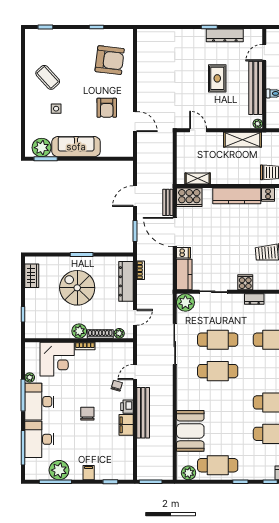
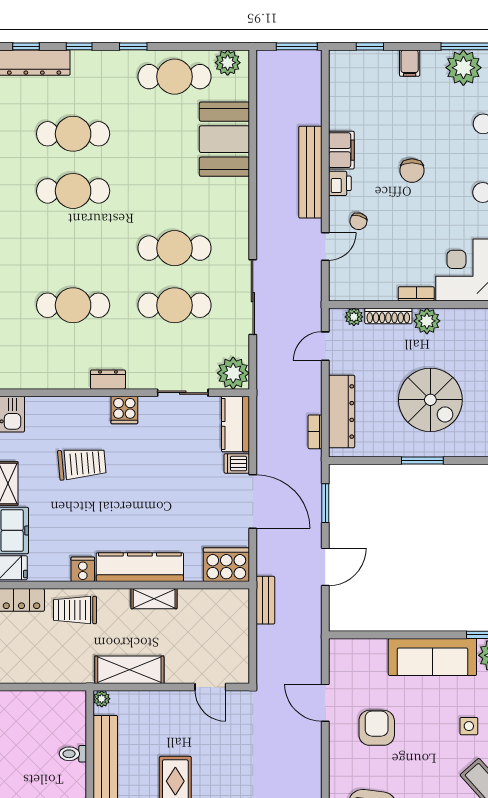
shelving: (198, 179) -> (154, 599), moved
bench: (168, 202) -> (265, 600), moved

